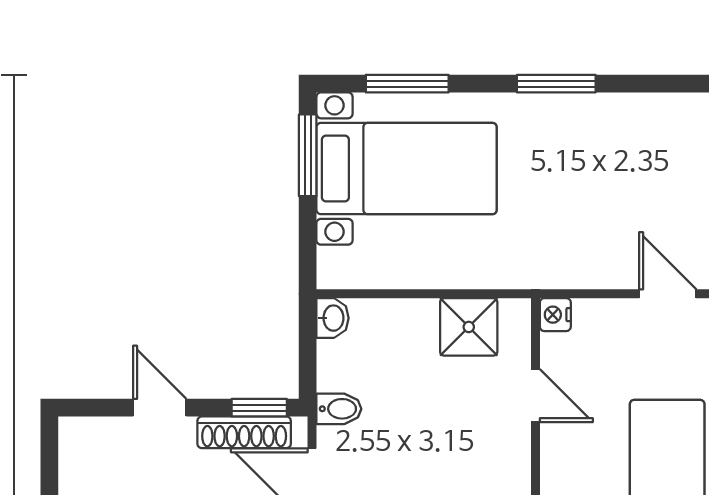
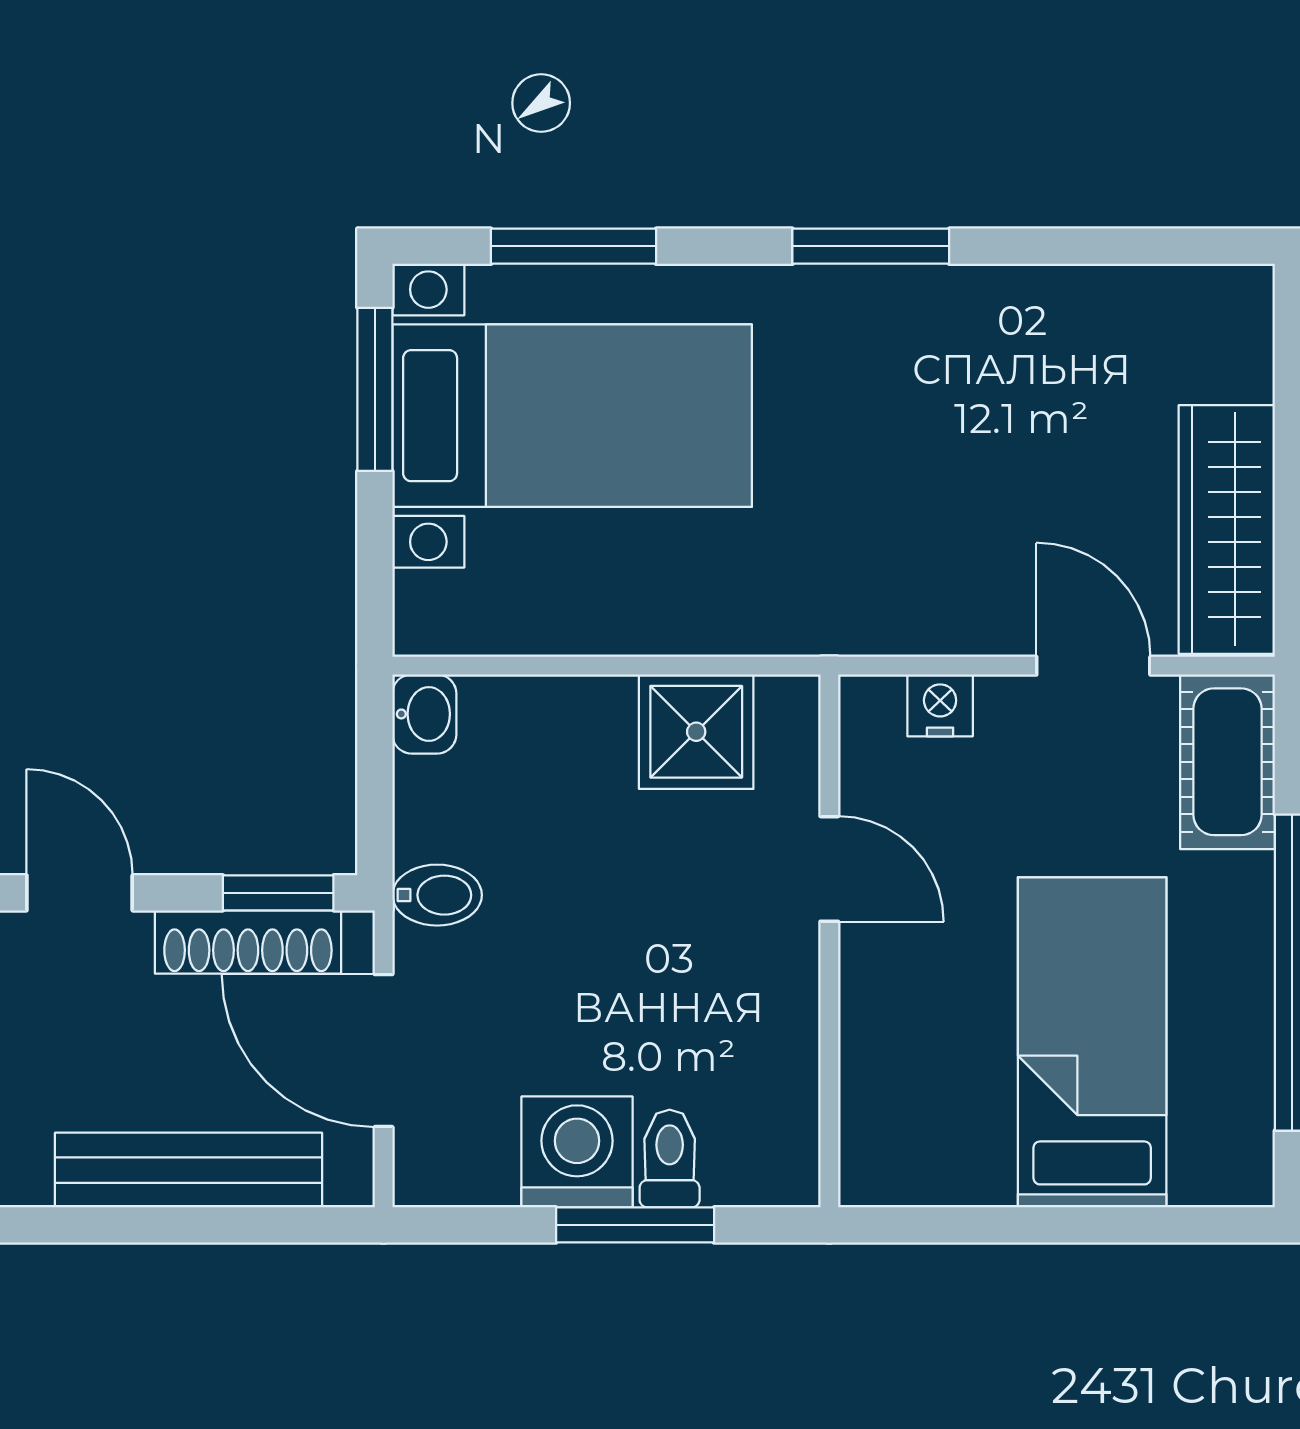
nightstand: (555, 315) -> (940, 705), moved, turned 90

